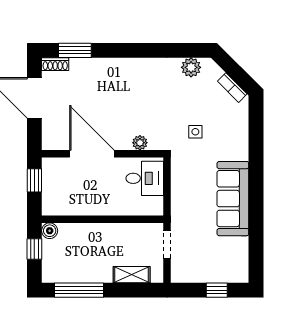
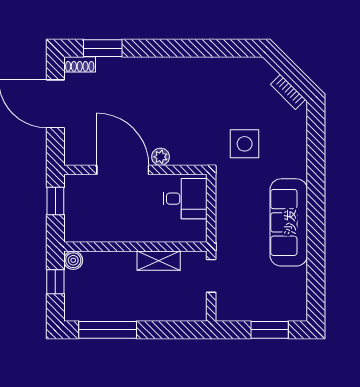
plant: (191, 67) -> (239, 68), removed
side table: (195, 132) -> (245, 144), width x1.87, depth x1.87
plant: (140, 143) -> (161, 157), moved
shelving: (132, 275) -> (159, 261), moved
window: (217, 290) -> (270, 330), width x1.50

